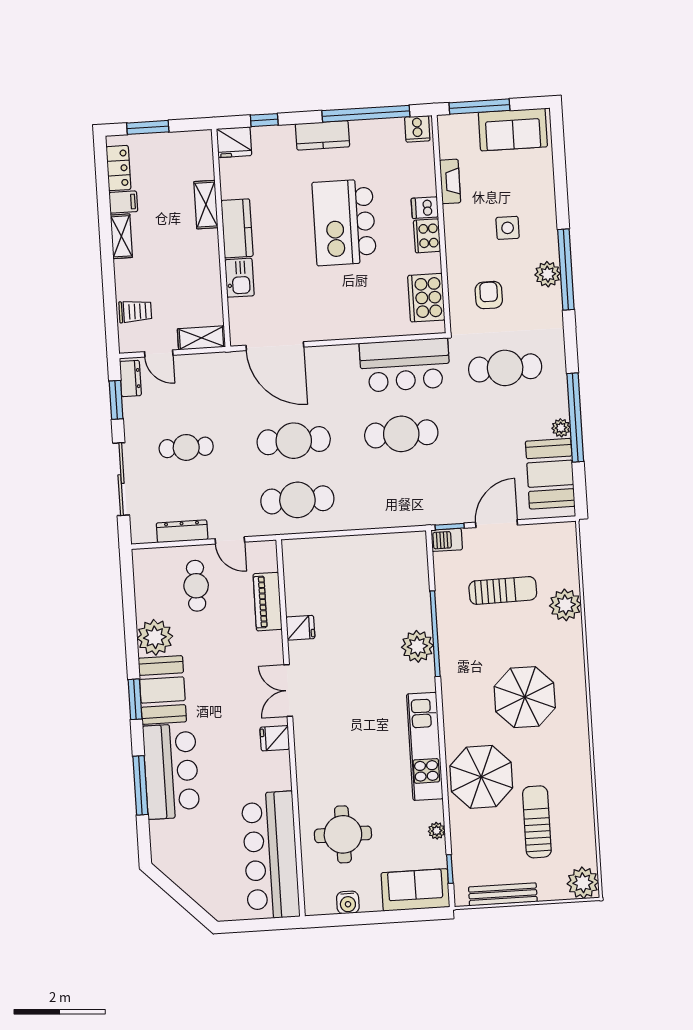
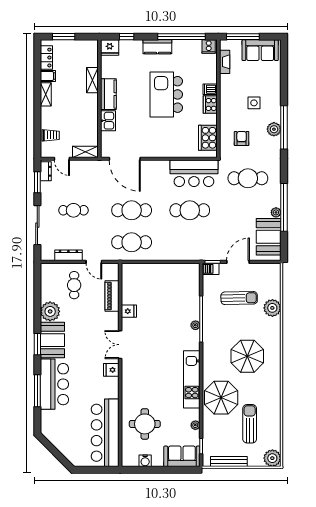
fireplace: (450, 181) -> (225, 62), moved
plant: (417, 646) -> (195, 325), width x0.53, depth x0.53

